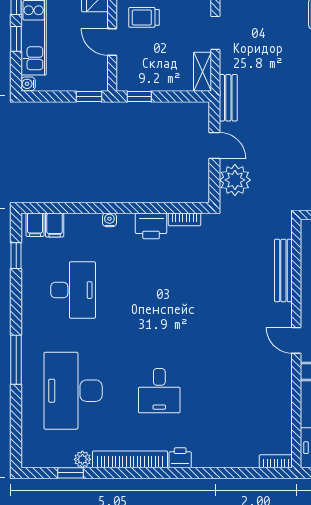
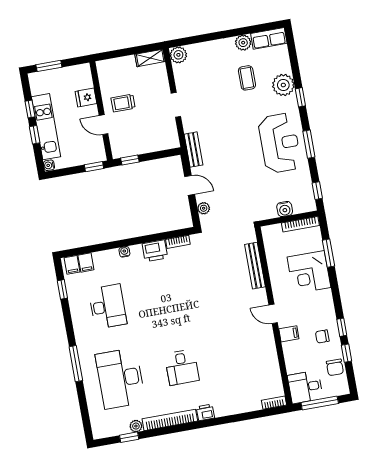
shelving: (202, 72) -> (172, 134), removed
plant: (235, 180) -> (204, 208), width x0.53, depth x0.53

